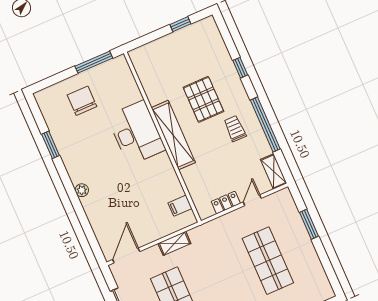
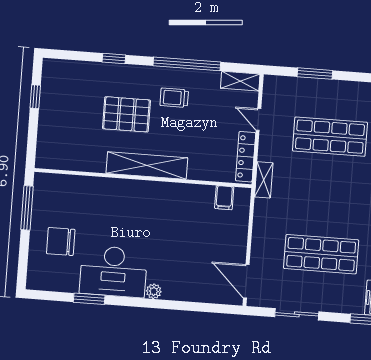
desk: (136, 133) -> (113, 272), moved, turned 180
locker: (226, 203) -> (246, 157), width x1.53
shelving: (174, 243) -> (264, 180), moved

